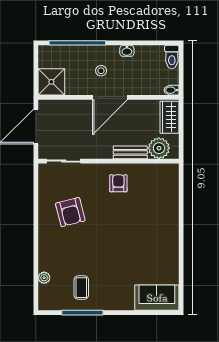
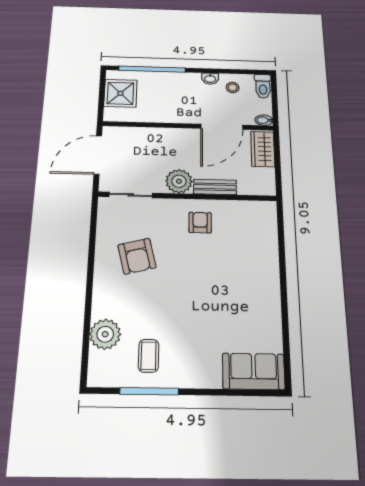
stool: (101, 71) -> (233, 87), moved
shower: (51, 82) -> (120, 93), moved
door: (110, 97) -> (222, 127), moved
plant: (159, 148) -> (179, 181), moved
plant: (44, 278) -> (105, 334), width x1.88, depth x1.88

